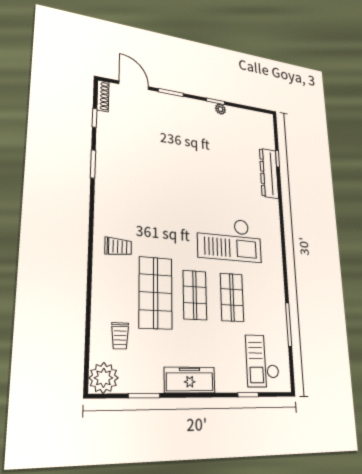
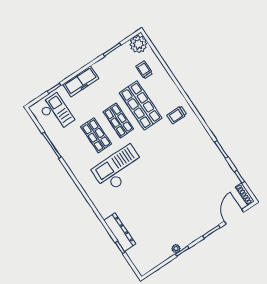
door: (134, 85) -> (234, 217), swing flipped
freezer: (190, 380) -> (81, 81), moved

